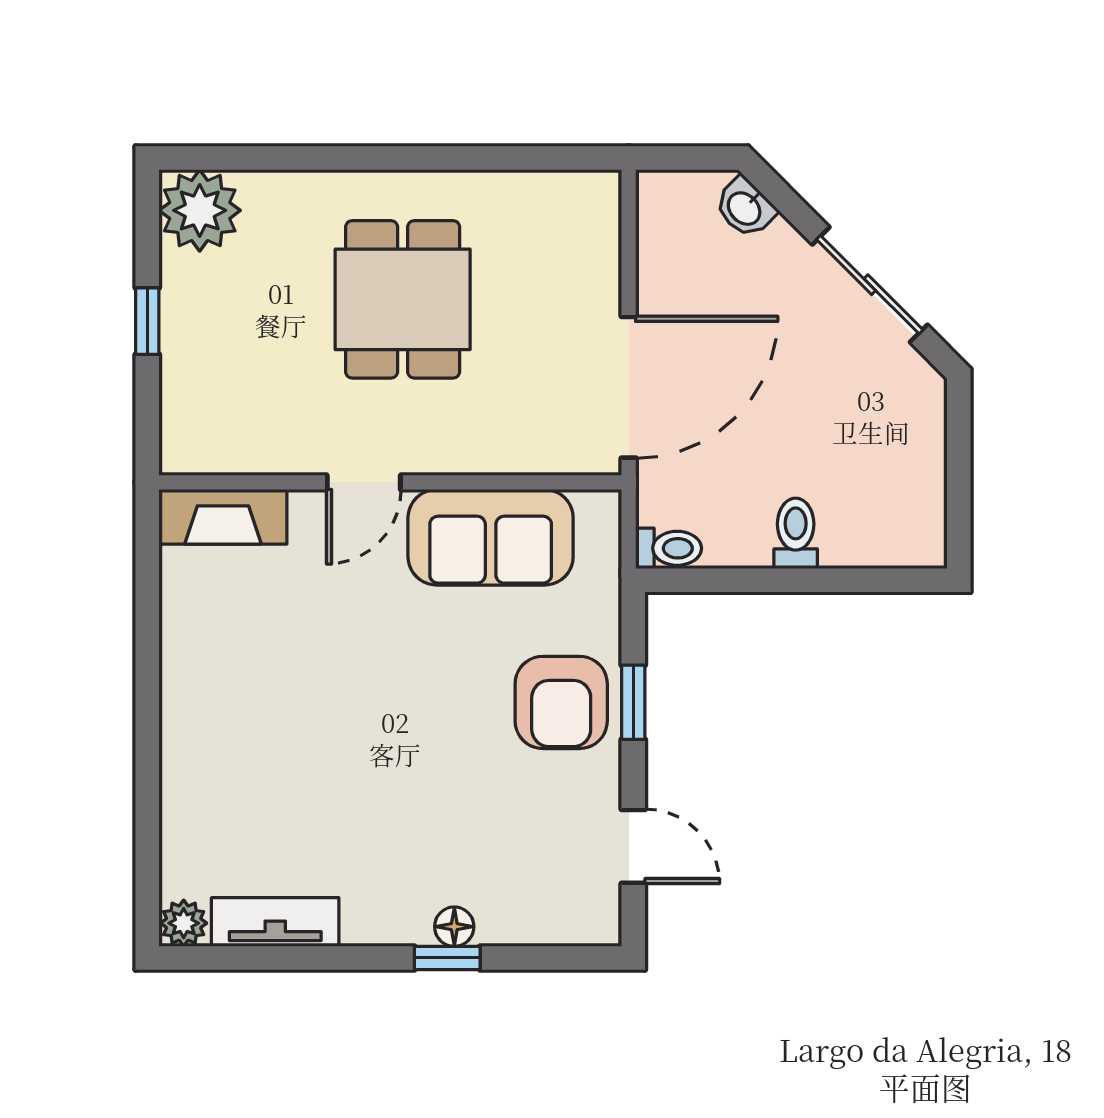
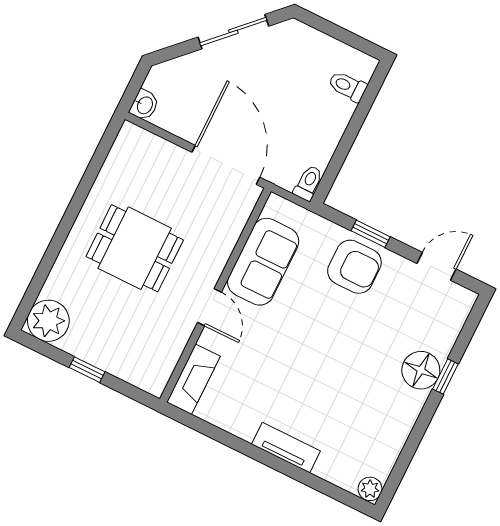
washbasin: (745, 208) -> (144, 105), moved, turned -45
toilet: (796, 533) -> (348, 86), moved
tv unit: (275, 922) -> (286, 448), moved, turned 90
floor lamp: (454, 927) -> (421, 370), width x1.89, depth x1.89

